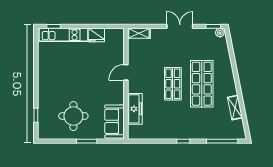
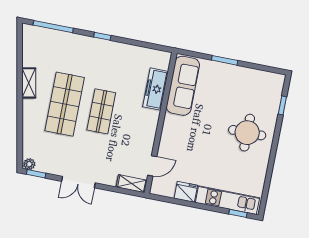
door: (126, 72) -> (152, 166), moved
shelving: (235, 108) -> (29, 83), moved
round table: (73, 116) -> (247, 133), moved
sofa: (115, 121) -> (183, 86), width x1.36

